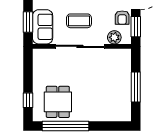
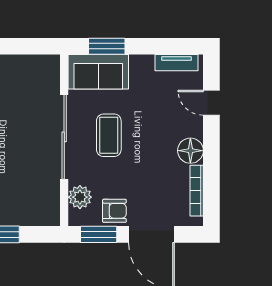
armchair: (122, 18) -> (114, 211), turned 180

